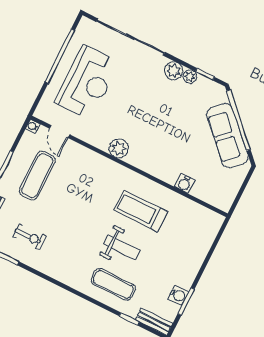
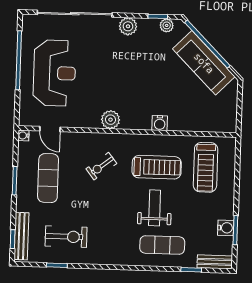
plant: (190, 76) -> (167, 25), moved
water cooler: (184, 183) -> (160, 123), moved
exercise bike: (91, 187) -> (101, 166), added
treadmill: (141, 211) -> (157, 167), turned 180
treadmill: (185, 232) -> (206, 167), added
exercise bike: (29, 236) -> (66, 237), width x1.38, depth x1.39
weight bench: (122, 247) -> (155, 208), turned -90

